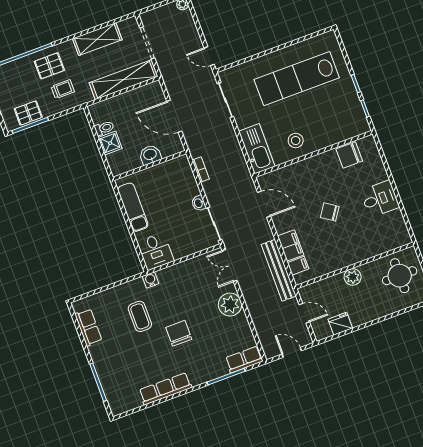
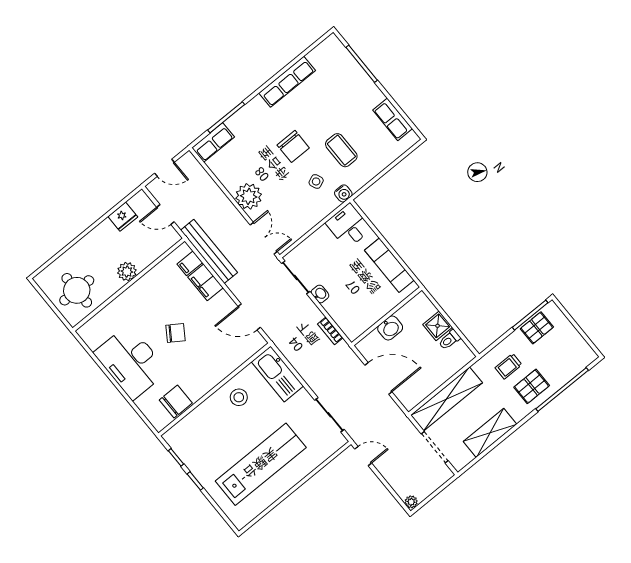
desk: (380, 199) -> (131, 362), width x1.87, depth x1.30
side table: (170, 298) -> (316, 181), added

